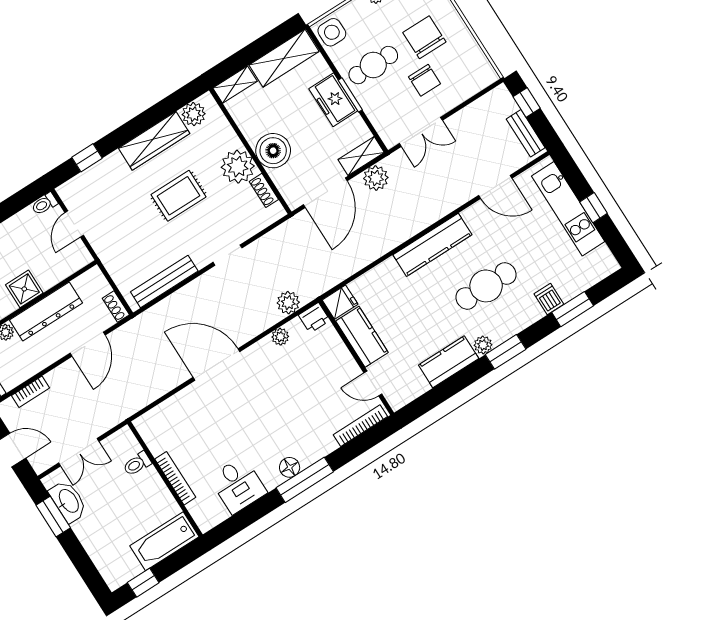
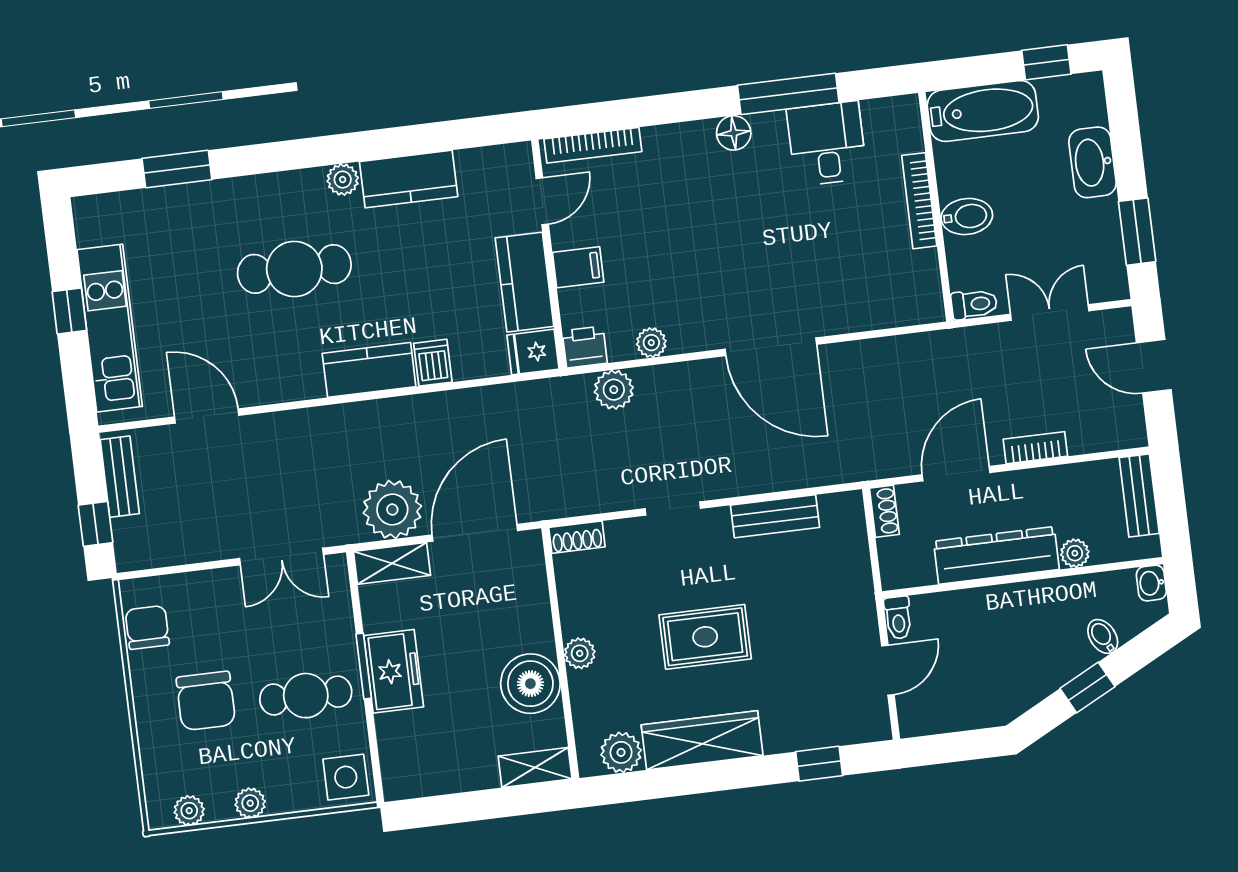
shelving: (284, 58) -> (439, 772), removed
chair: (424, 80) -> (147, 627), moved
double door: (421, 132) -> (282, 556), swing flipped
boiler: (273, 151) -> (530, 684), moved
plant: (238, 167) -> (580, 653), width x0.53, depth x0.53
plant: (376, 178) -> (392, 510), width x1.36, depth x1.36
shoe rack: (264, 190) -> (577, 537), moved, turned 90
toilet: (44, 204) -> (898, 618), moved, turned 90
kitchen counter: (432, 245) -> (369, 370), width x0.67
bench: (164, 281) -> (775, 516), width x0.73
shower: (24, 289) -> (1014, 606), removed
dishwasher: (549, 299) -> (433, 363), moved, turned 180
window: (506, 352) -> (313, 152), removed
filing cabinet: (338, 358) -> (578, 267), added
door: (373, 384) -> (542, 201), hinge flipped
bookcase: (30, 392) -> (1035, 448), moved
toilet: (137, 464) -> (974, 304), moved
window: (305, 480) -> (788, 94), moved
bidet: (146, 482) -> (967, 216), added
washbasin: (68, 501) -> (1093, 162), moved

